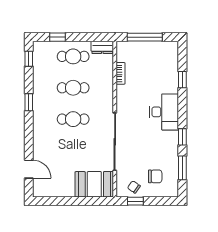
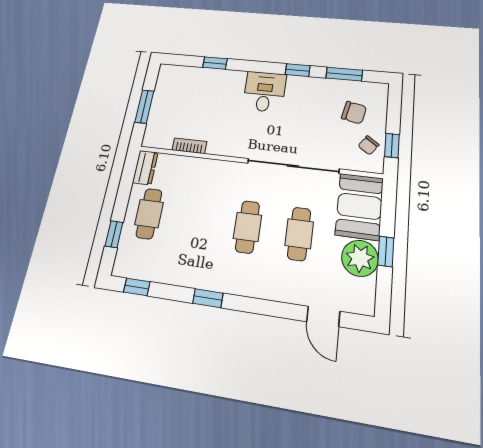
window: (145, 37) -> (144, 107), width x0.69
cafe table: (73, 88) -> (299, 234), moved
desk: (164, 112) -> (264, 92), width x0.73
door: (29, 169) -> (323, 316), swing flipped
chair: (155, 176) -> (354, 113), turned 102
plant: (64, 187) -> (360, 258), added
window: (70, 201) -> (386, 252), added

